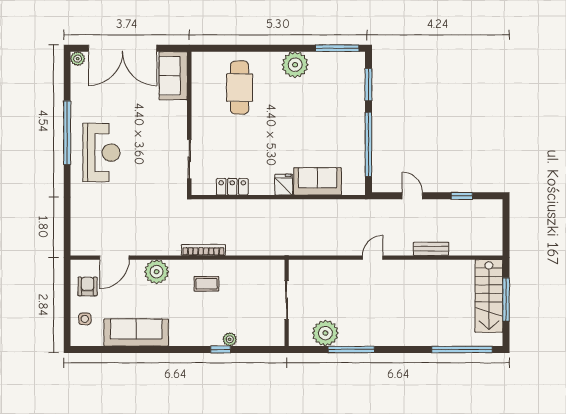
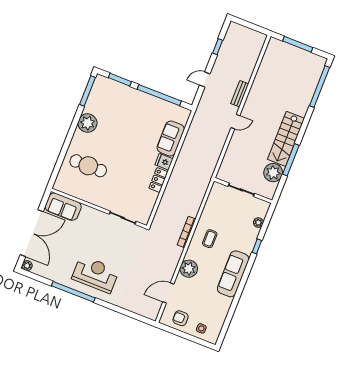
locker: (232, 187) -> (158, 180), moved
bench: (431, 249) -> (240, 94), moved
door: (114, 258) -> (168, 293), swing flipped
door: (373, 258) -> (235, 122), swing flipped
stairs: (489, 296) -> (286, 139), moved, turned 90
sofa: (136, 332) -> (233, 274), moved
plant: (230, 339) -> (258, 223), moved

